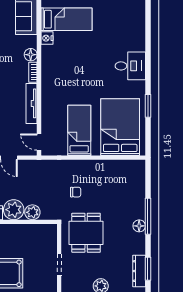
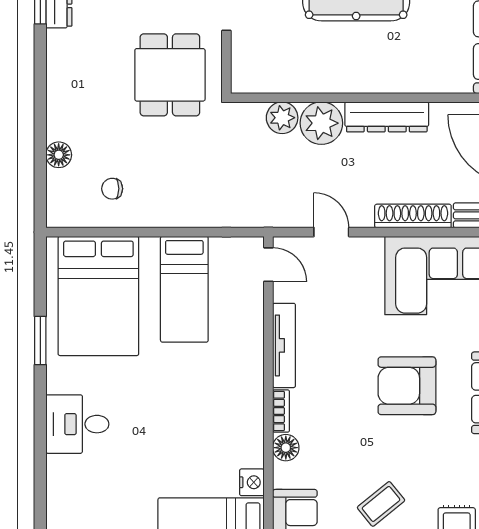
chair: (76, 192) -> (112, 189), moved
window: (148, 216) -> (40, 109), removed
floor lamp: (139, 226) -> (59, 155), moved

